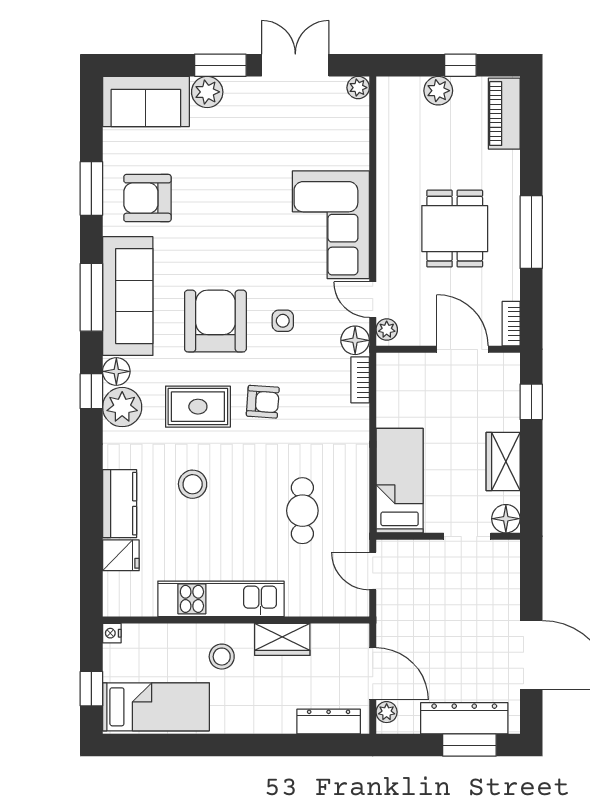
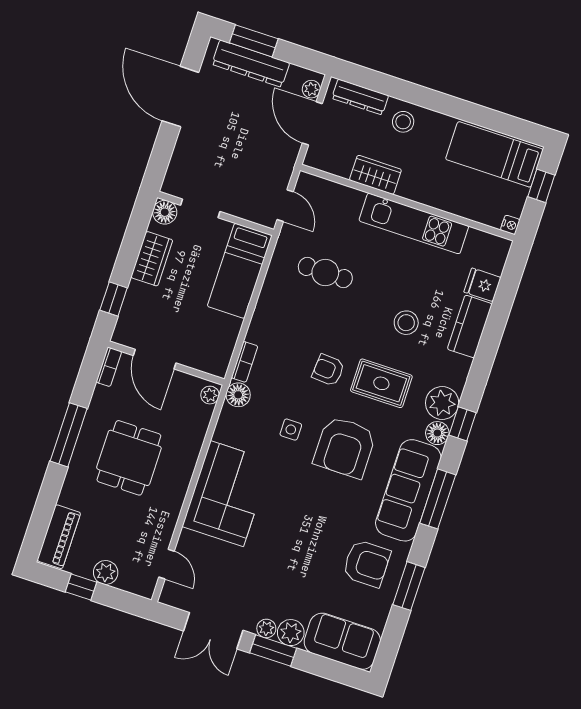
plant: (358, 88) -> (266, 628), moved
door: (373, 300) -> (167, 564), moved
cafe table: (302, 511) -> (325, 272), turned 90
stool: (222, 657) -> (403, 122), moved

